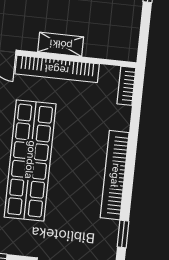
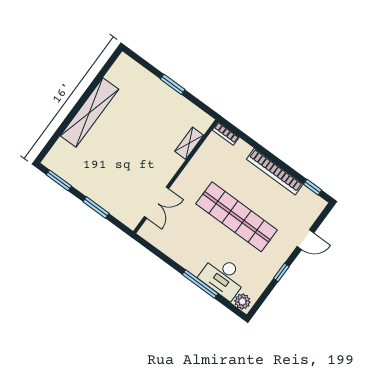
shelving: (61, 44) -> (189, 143), moved
bookcase: (57, 69) -> (192, 169), removed

